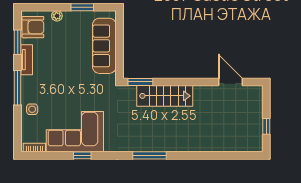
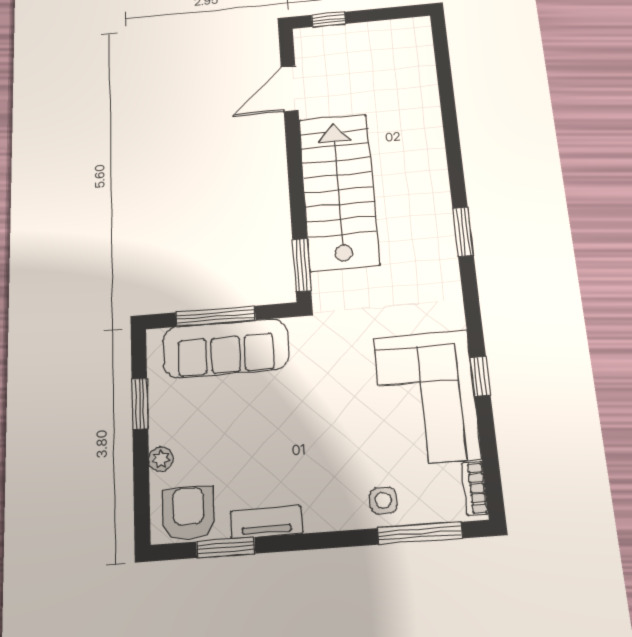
window: (119, 42) -> (215, 316), added
window: (18, 88) -> (420, 533), moved
stairs: (165, 96) -> (339, 191), width x1.36, depth x1.51
window: (266, 126) -> (328, 19), moved
window: (150, 155) -> (463, 232), width x0.69

